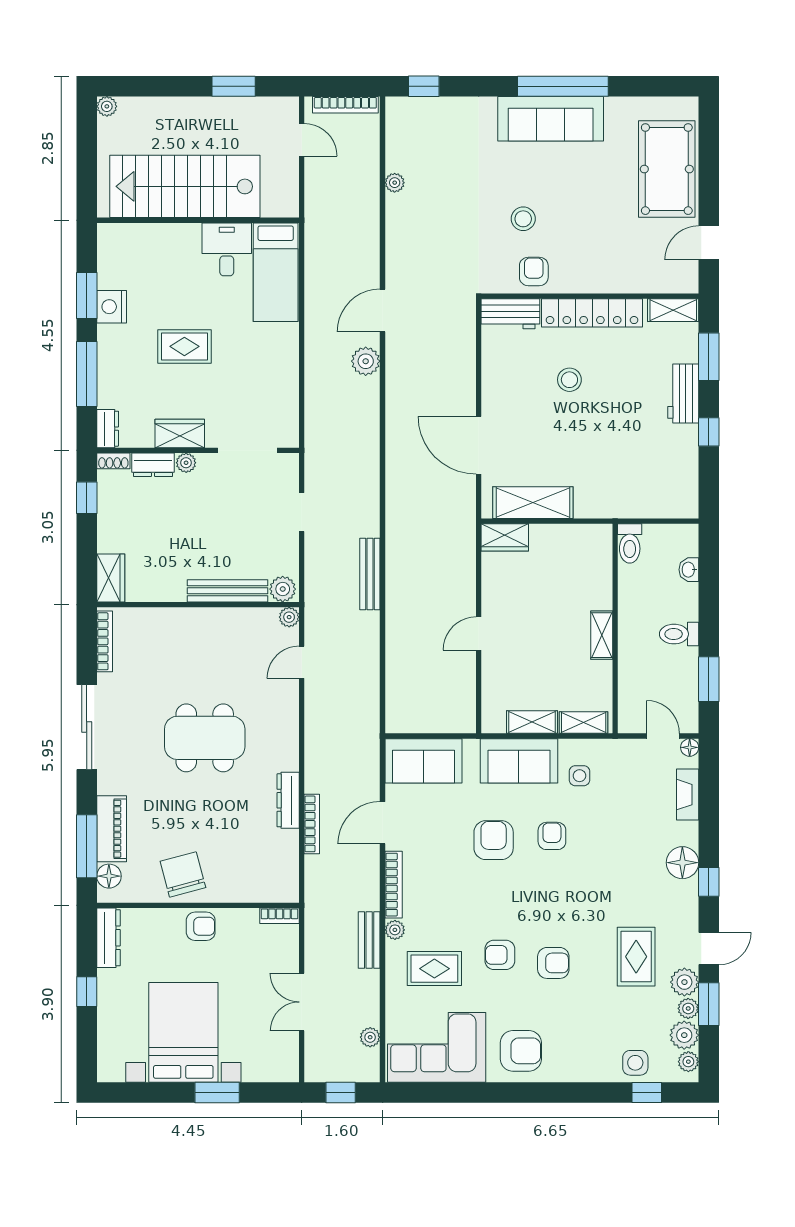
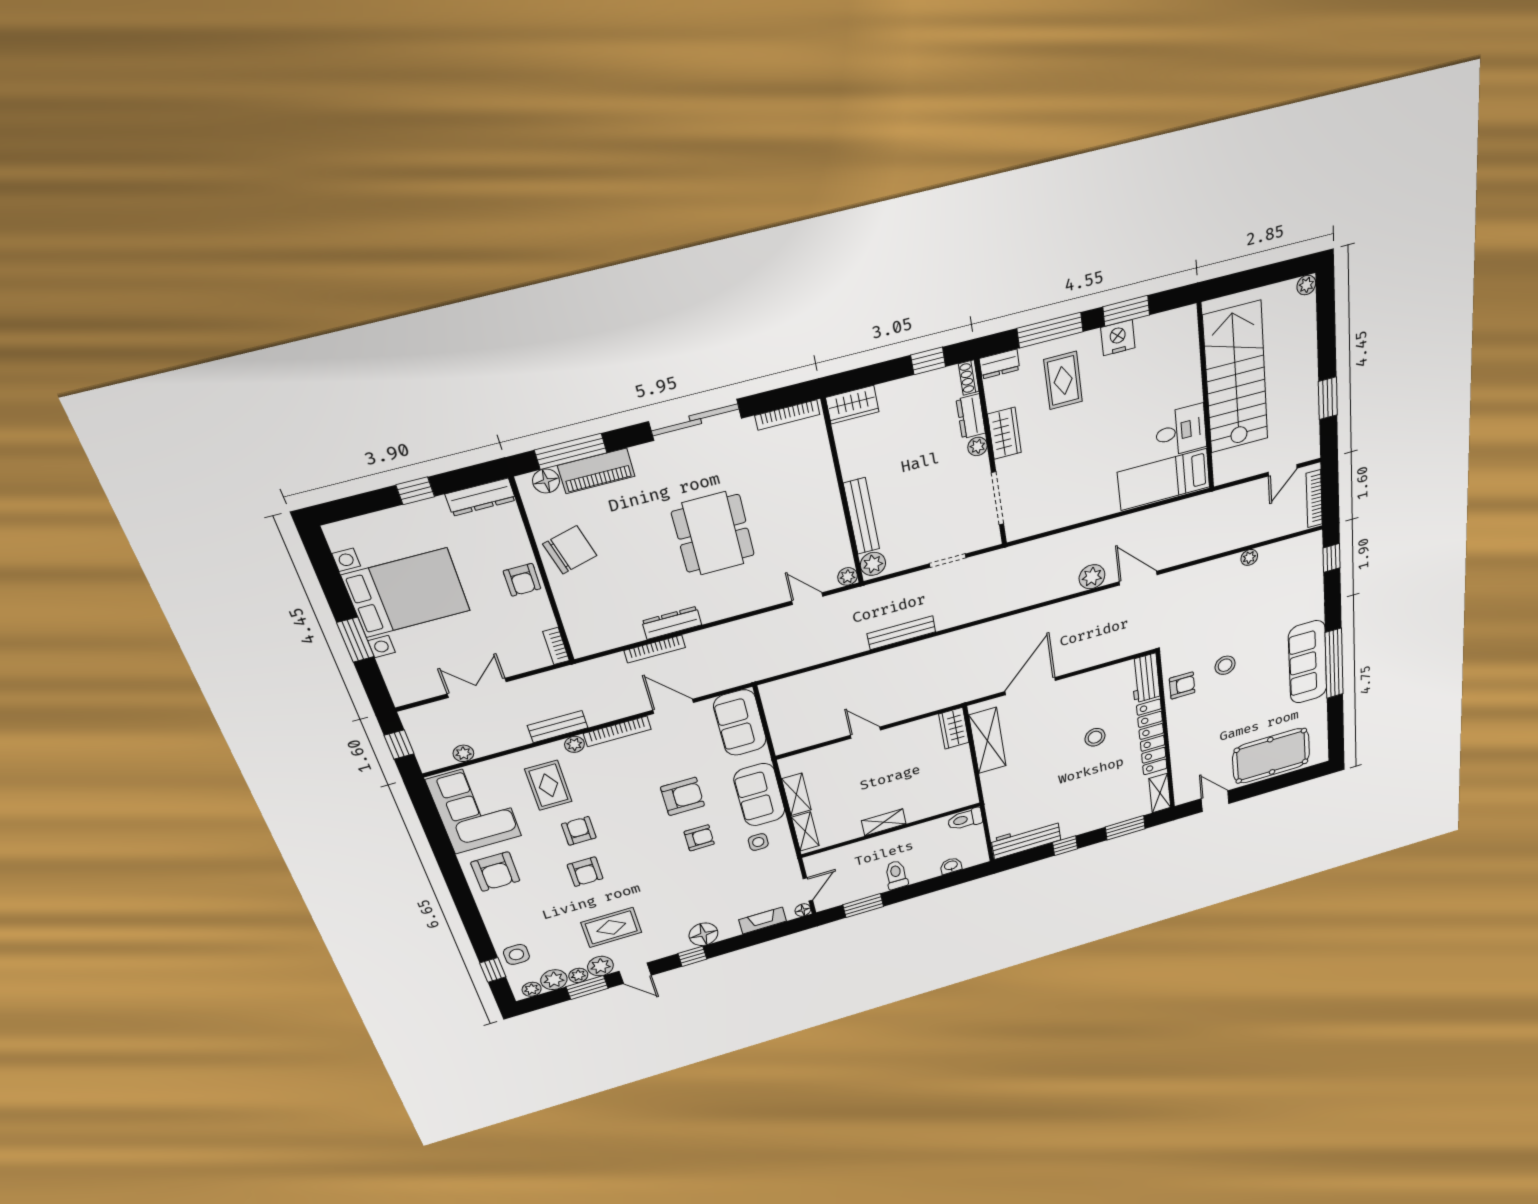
rug: (184, 346) -> (1063, 381), moved
workbench: (683, 393) -> (1026, 840), moved, width x1.38

